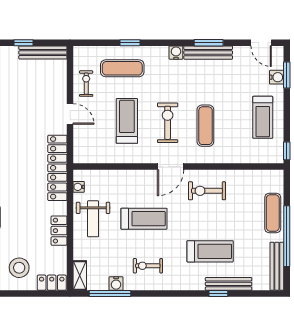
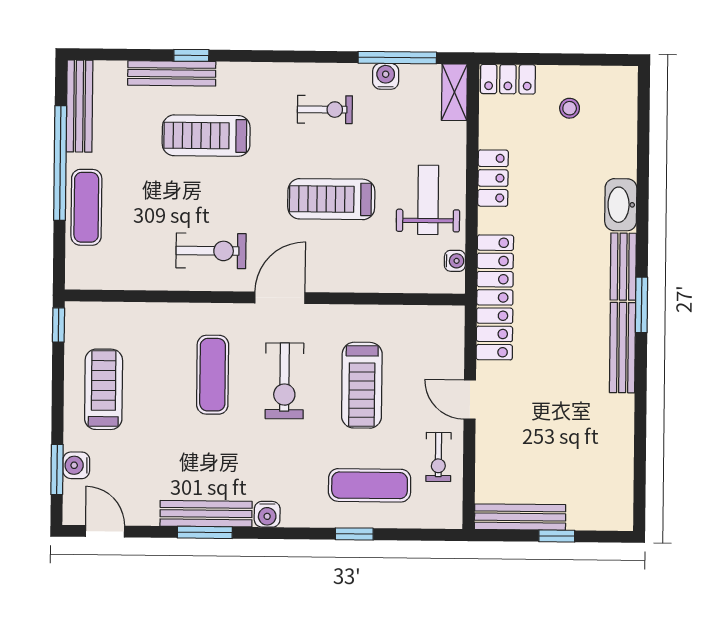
stool: (19, 268) -> (570, 108), width x0.53, depth x0.53

